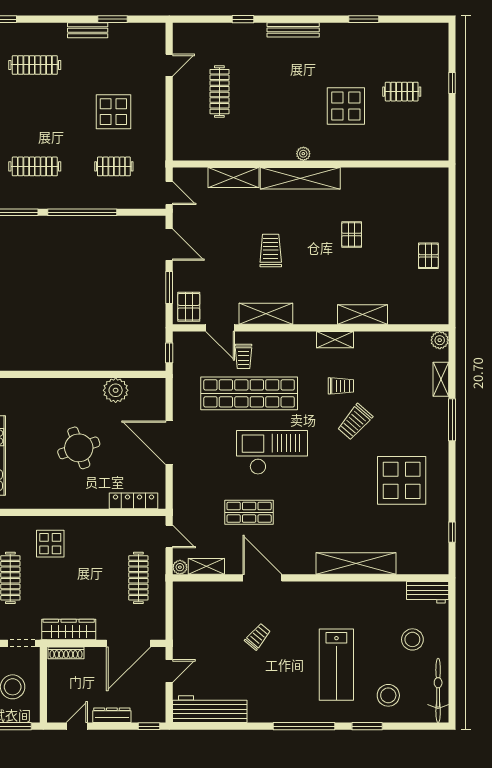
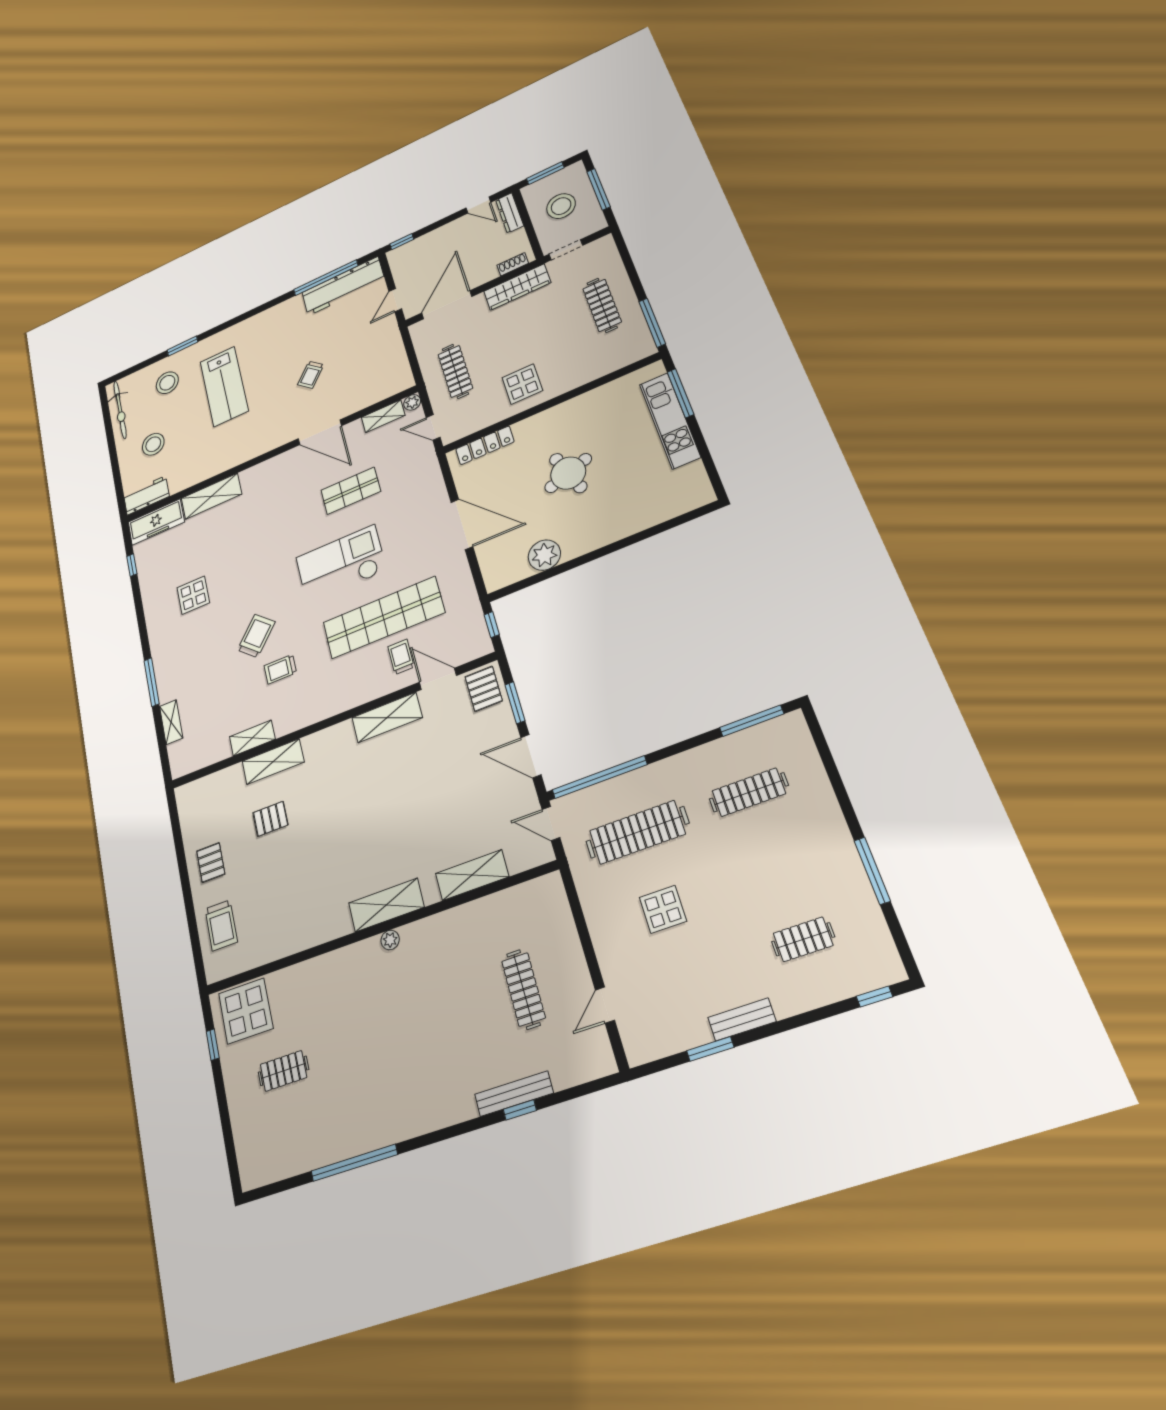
window: (364, 19) -> (354, 1163), width x2.11
bench: (293, 30) -> (514, 1094), moved
clothes rail: (35, 65) -> (803, 939), width x0.73
window: (452, 83) -> (213, 1045), moved
display table: (346, 106) -> (246, 1011), moved
display table: (113, 112) -> (663, 909), width x0.73, depth x0.73
clothes rail: (114, 166) -> (637, 832), width x1.86, depth x1.31
shelving: (300, 178) -> (386, 905), width x0.68
window: (82, 212) -> (599, 777), moved
pallet: (352, 235) -> (270, 819), moved, turned 90
trolley: (271, 251) -> (221, 925), moved
shelving: (335, 340) -> (252, 738), moved
plant: (440, 340) -> (180, 766), removed
checkout: (272, 452) -> (341, 564), turned 180
display table: (402, 480) -> (193, 595), width x0.54, depth x0.54
display table: (50, 544) -> (522, 384), moved
freezer: (423, 562) -> (156, 522), added
shelving: (356, 564) -> (211, 496), width x0.68
shoe rack: (66, 653) -> (513, 264), width x0.70
lab bench: (336, 665) -> (224, 386), turned 180
dresser: (112, 715) -> (510, 213), moved, turned 90
door: (77, 726) -> (478, 205), hinge flipped
window: (304, 726) -> (326, 278), moved

